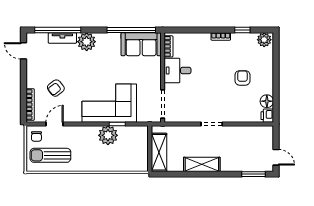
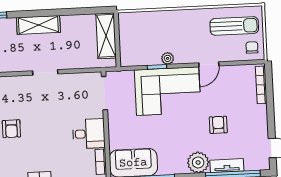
armchair: (56, 88) -> (218, 125), moved, turned -52
door: (55, 124) -> (209, 64), moved
plant: (108, 135) -> (168, 58), width x0.53, depth x0.53
shelving: (202, 164) -> (38, 25), moved

